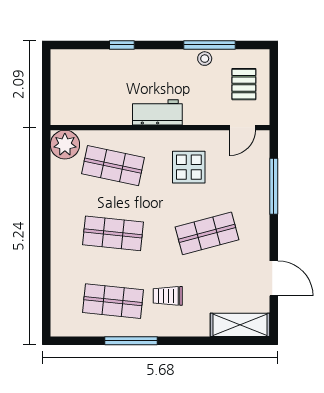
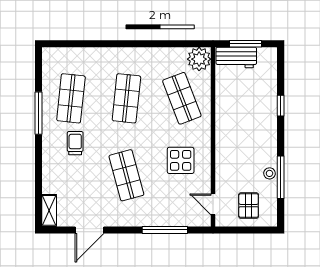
pallet: (244, 84) -> (249, 206), turned 90
window: (46, 88) -> (245, 44), added
workbench: (157, 112) -> (236, 58), moved, turned 90
shop shelf: (113, 166) -> (182, 98), turned -33
shelving: (240, 325) -> (49, 210), width x0.67, depth x0.75

